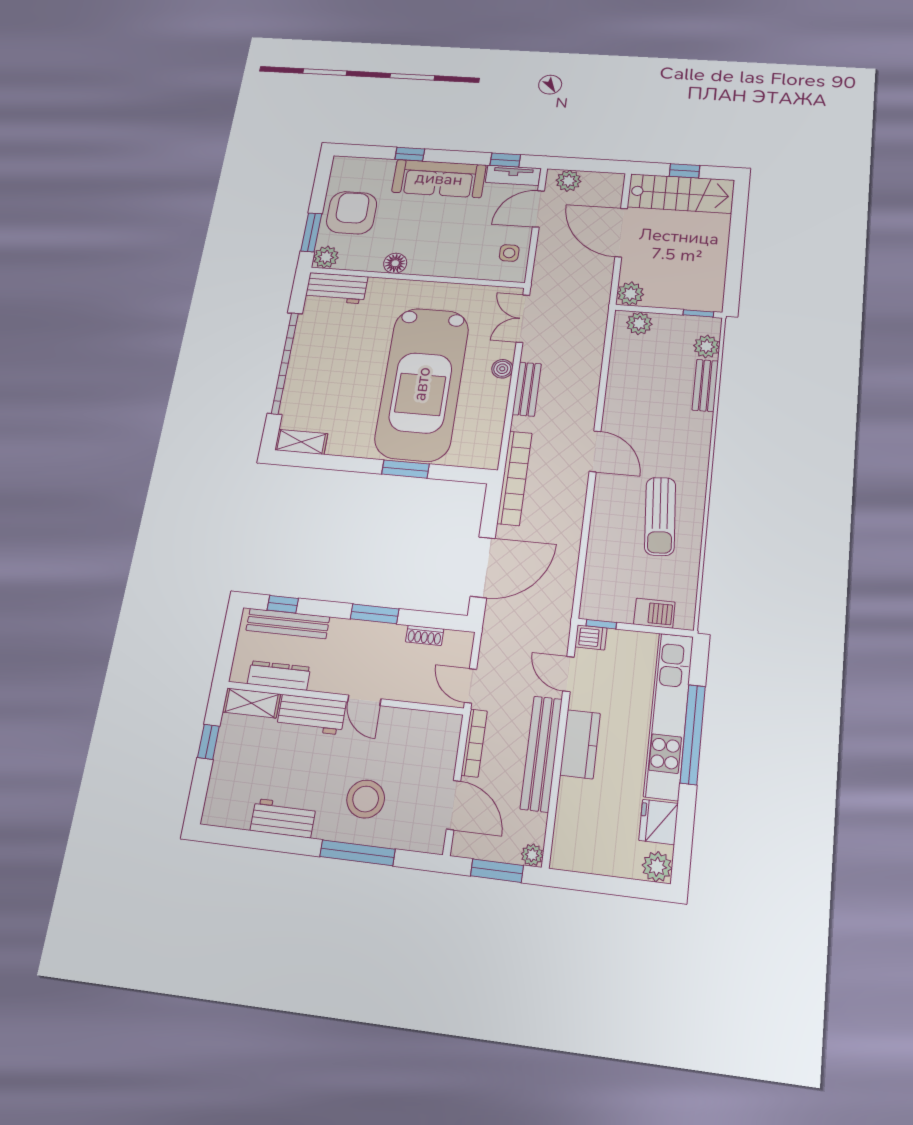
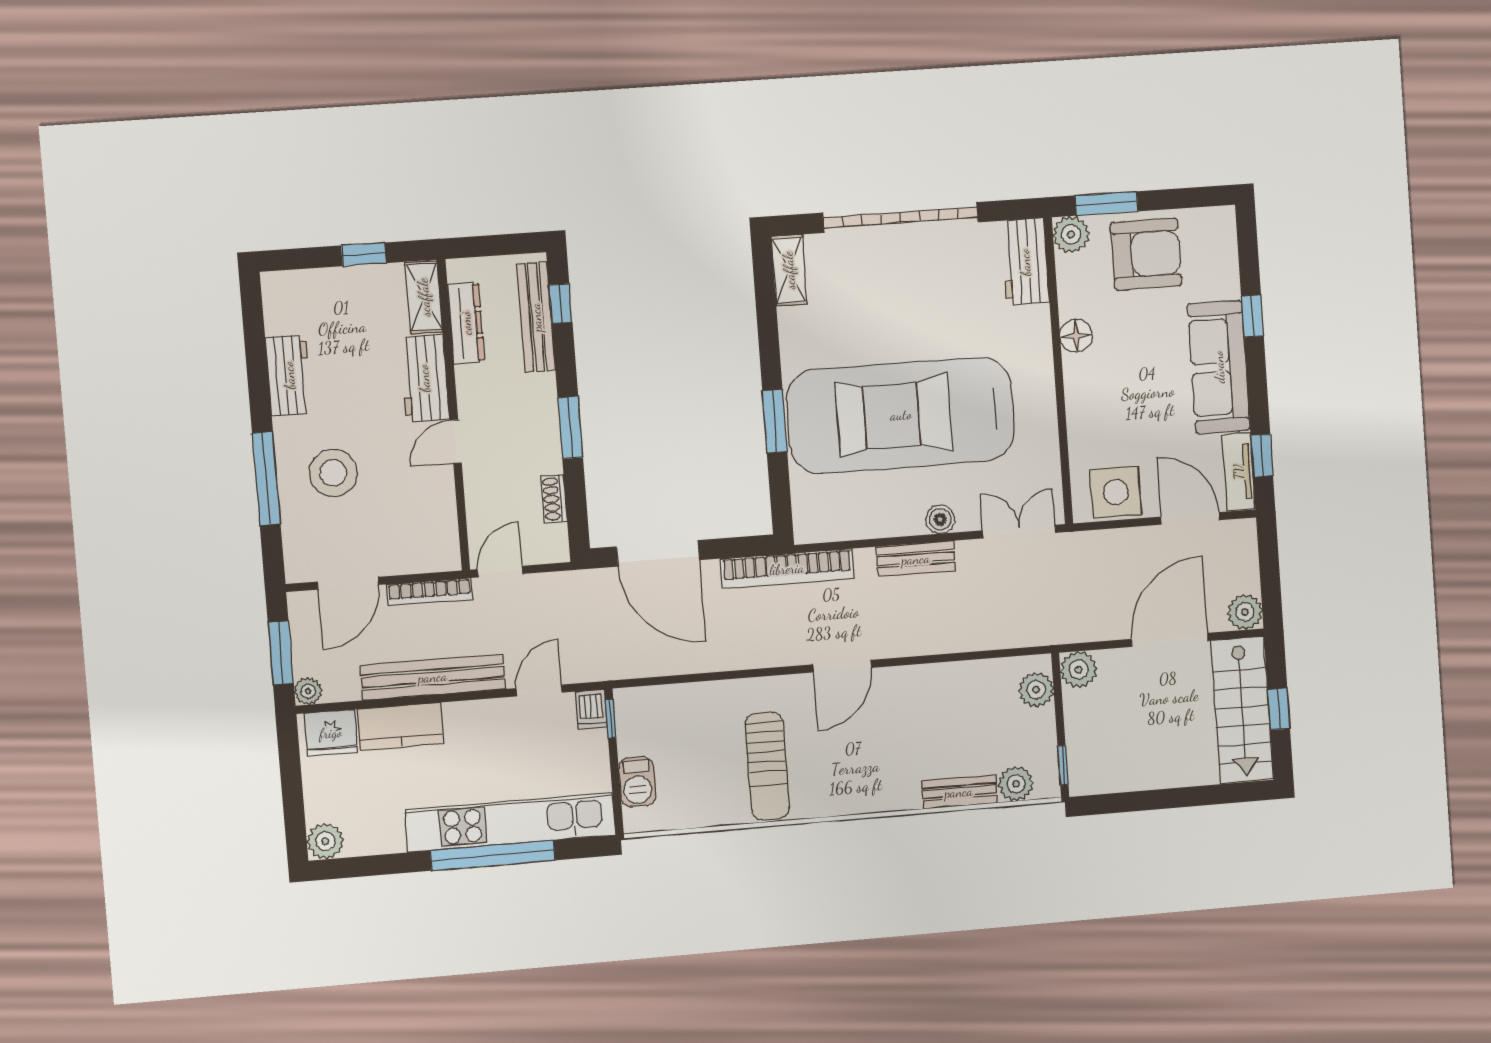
plant: (568, 181) -> (1245, 612), moved
side table: (509, 253) -> (1116, 492), width x1.87, depth x1.87
sun lounger: (660, 516) -> (767, 766), turned -86
kitchen counter: (580, 744) -> (401, 726), moved
fridge: (658, 822) -> (331, 733), moved, turned 180

